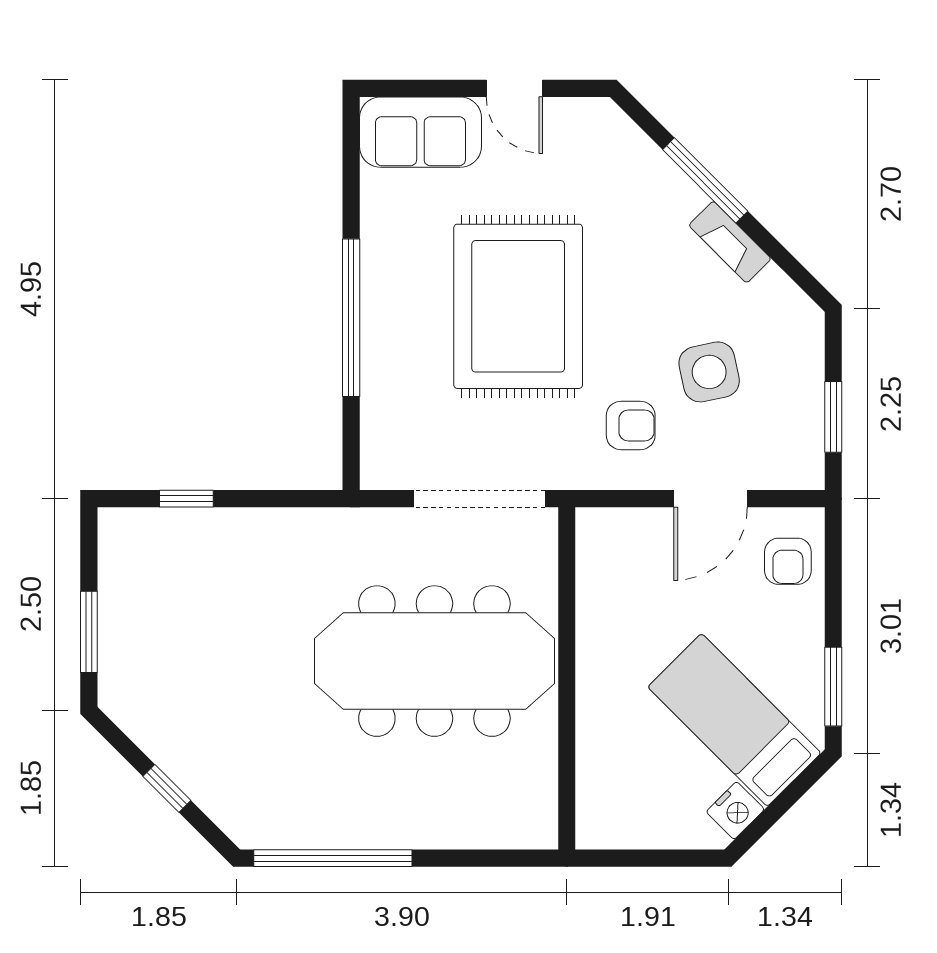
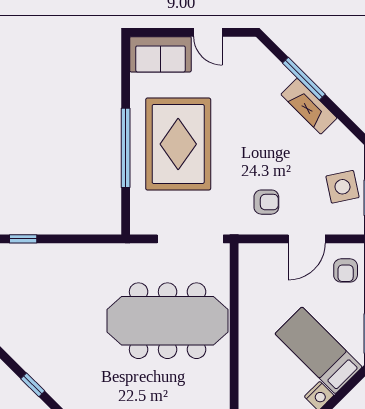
fireplace: (730, 242) -> (309, 106), width x1.37, depth x1.32
rug: (518, 306) -> (178, 144), moved
side table: (709, 372) -> (342, 187), moved
window: (186, 499) -> (23, 239), moved

